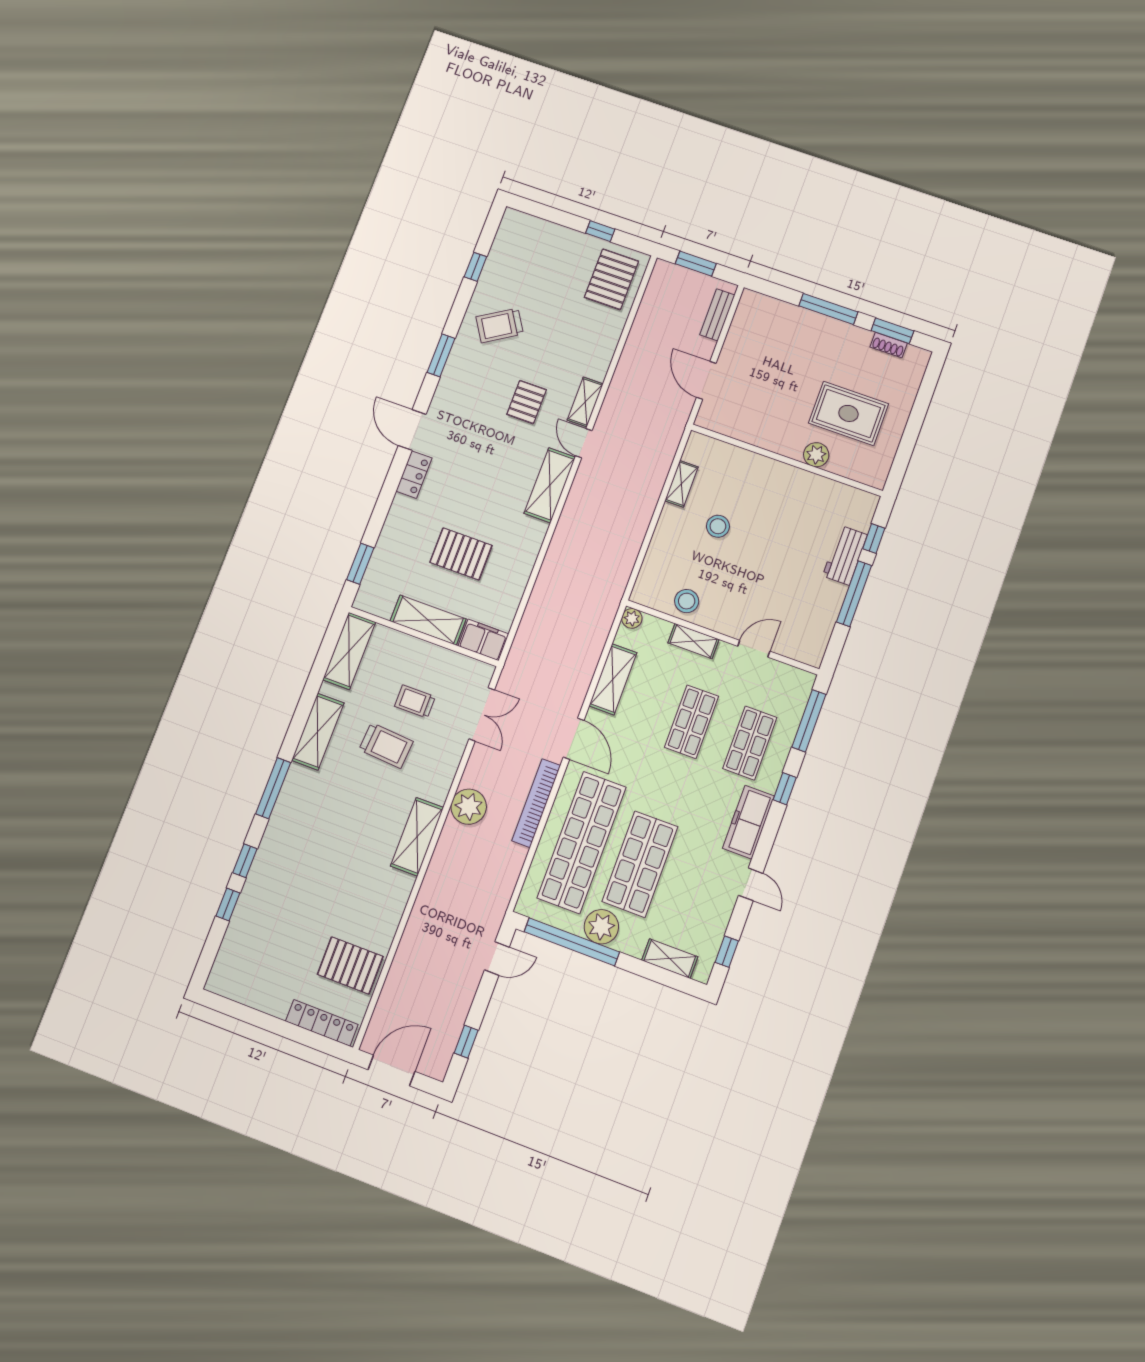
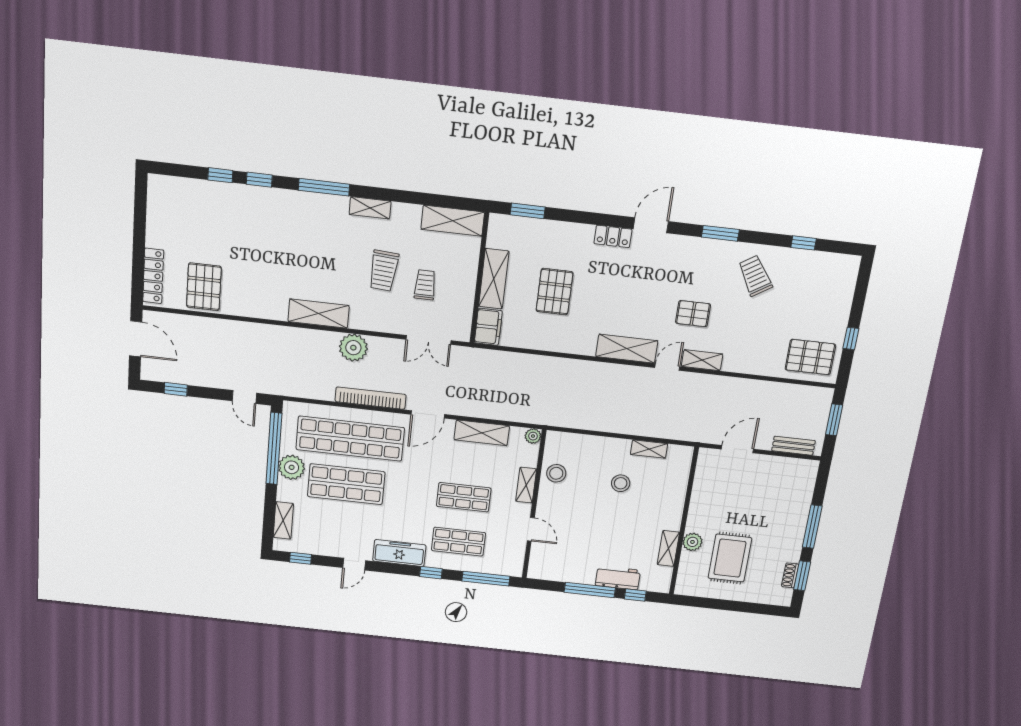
shelving: (818, 485) -> (668, 548), added
shelving: (318, 732) -> (370, 208), width x0.67, depth x0.75

